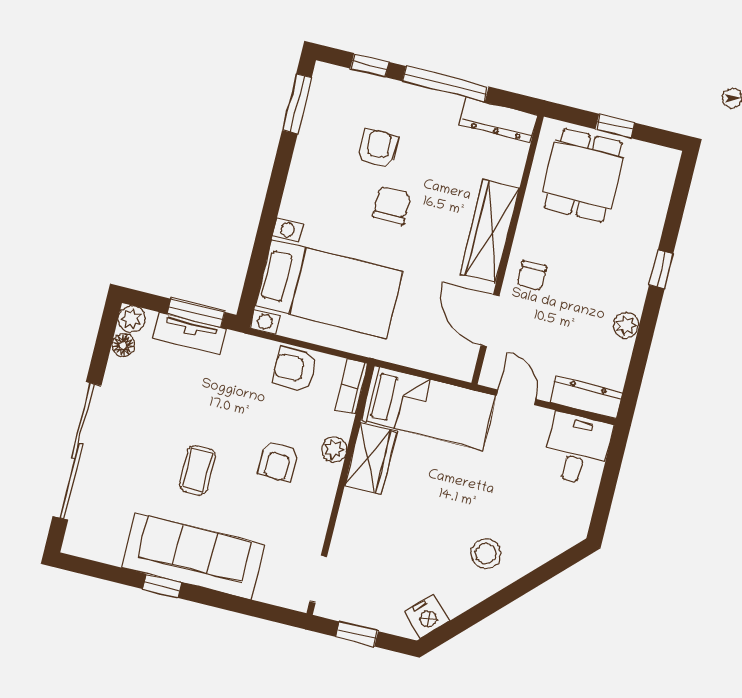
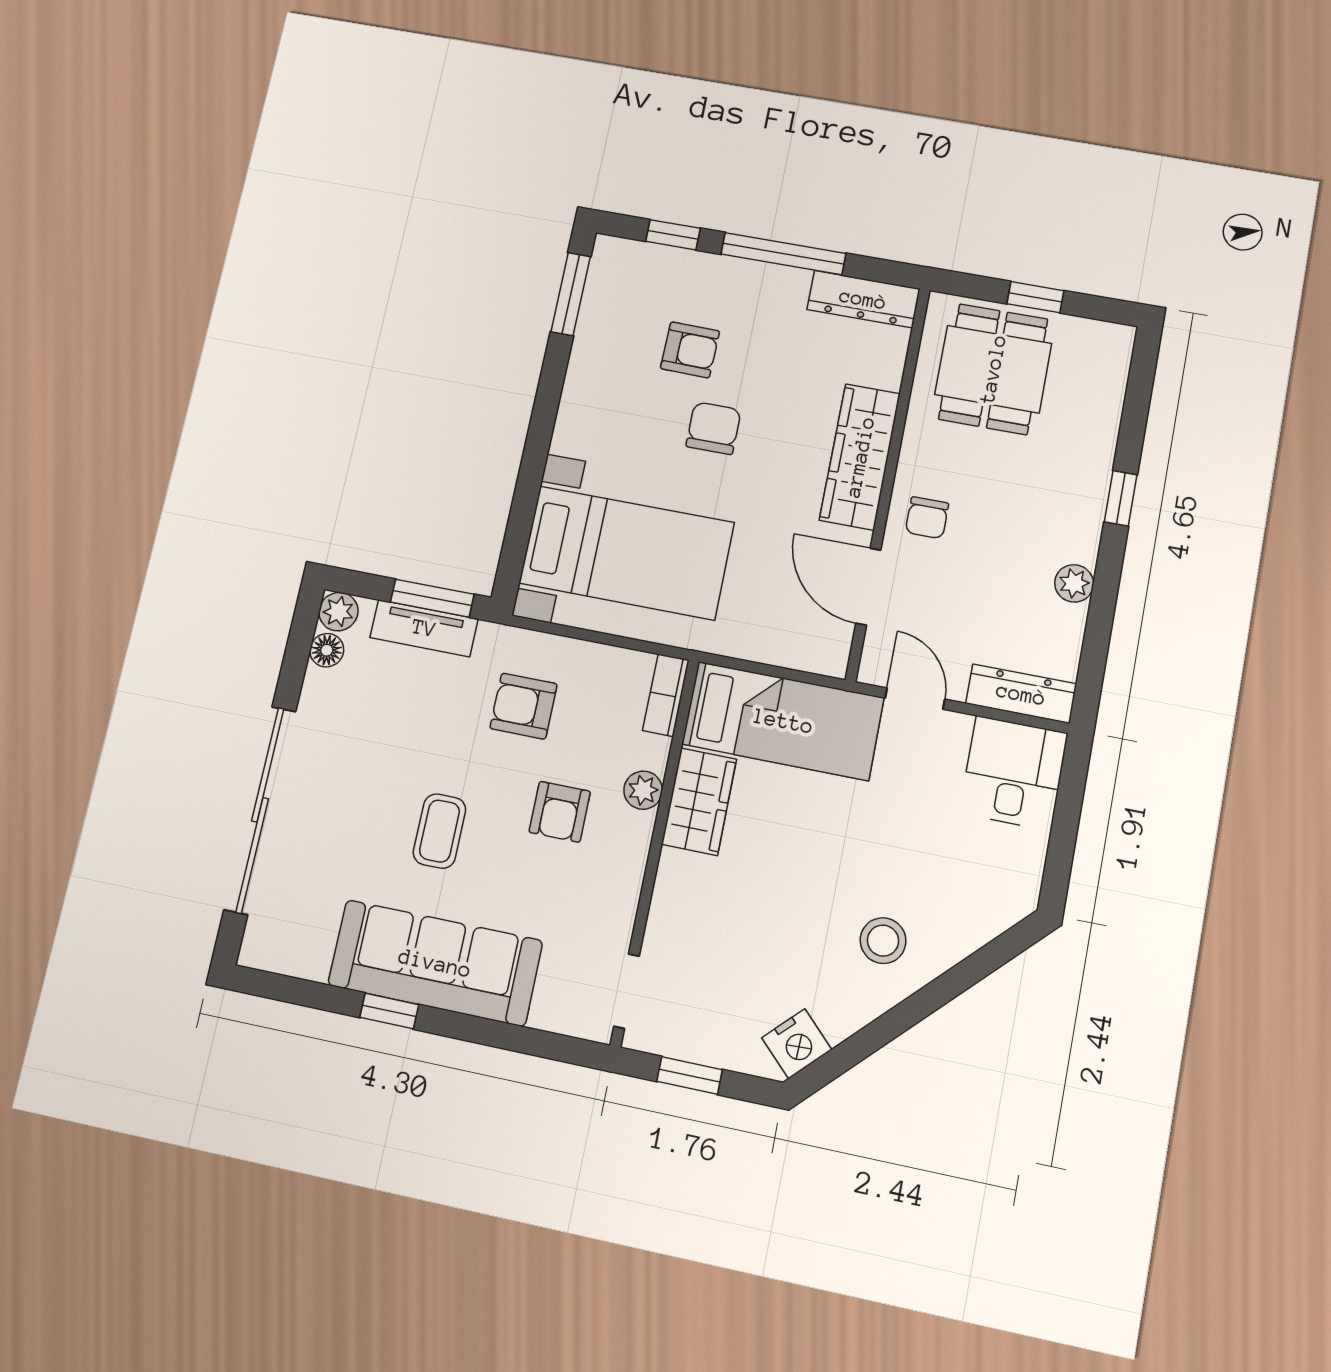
armchair: (378, 149) -> (690, 350), turned 91
armchair: (295, 369) -> (524, 706), moved

